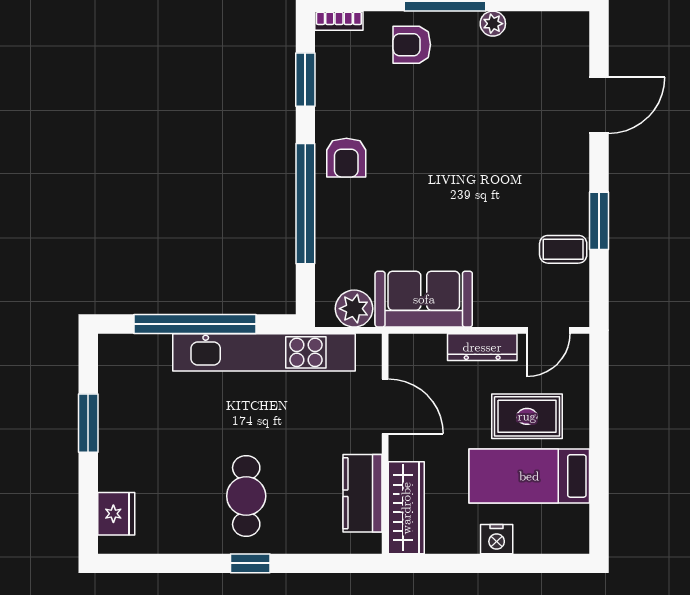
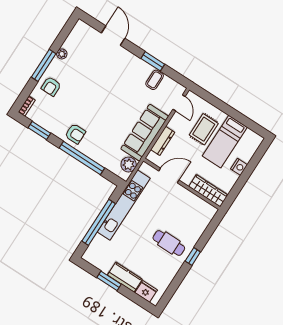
sofa: (424, 299) -> (145, 133), width x1.36
dresser: (482, 347) -> (163, 141), moved
kitchen counter: (363, 493) -> (125, 277), moved, turned 180

